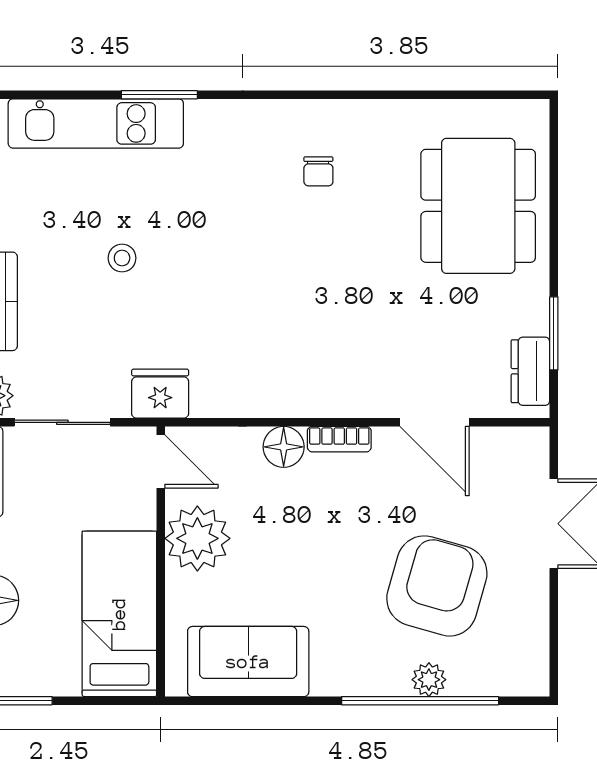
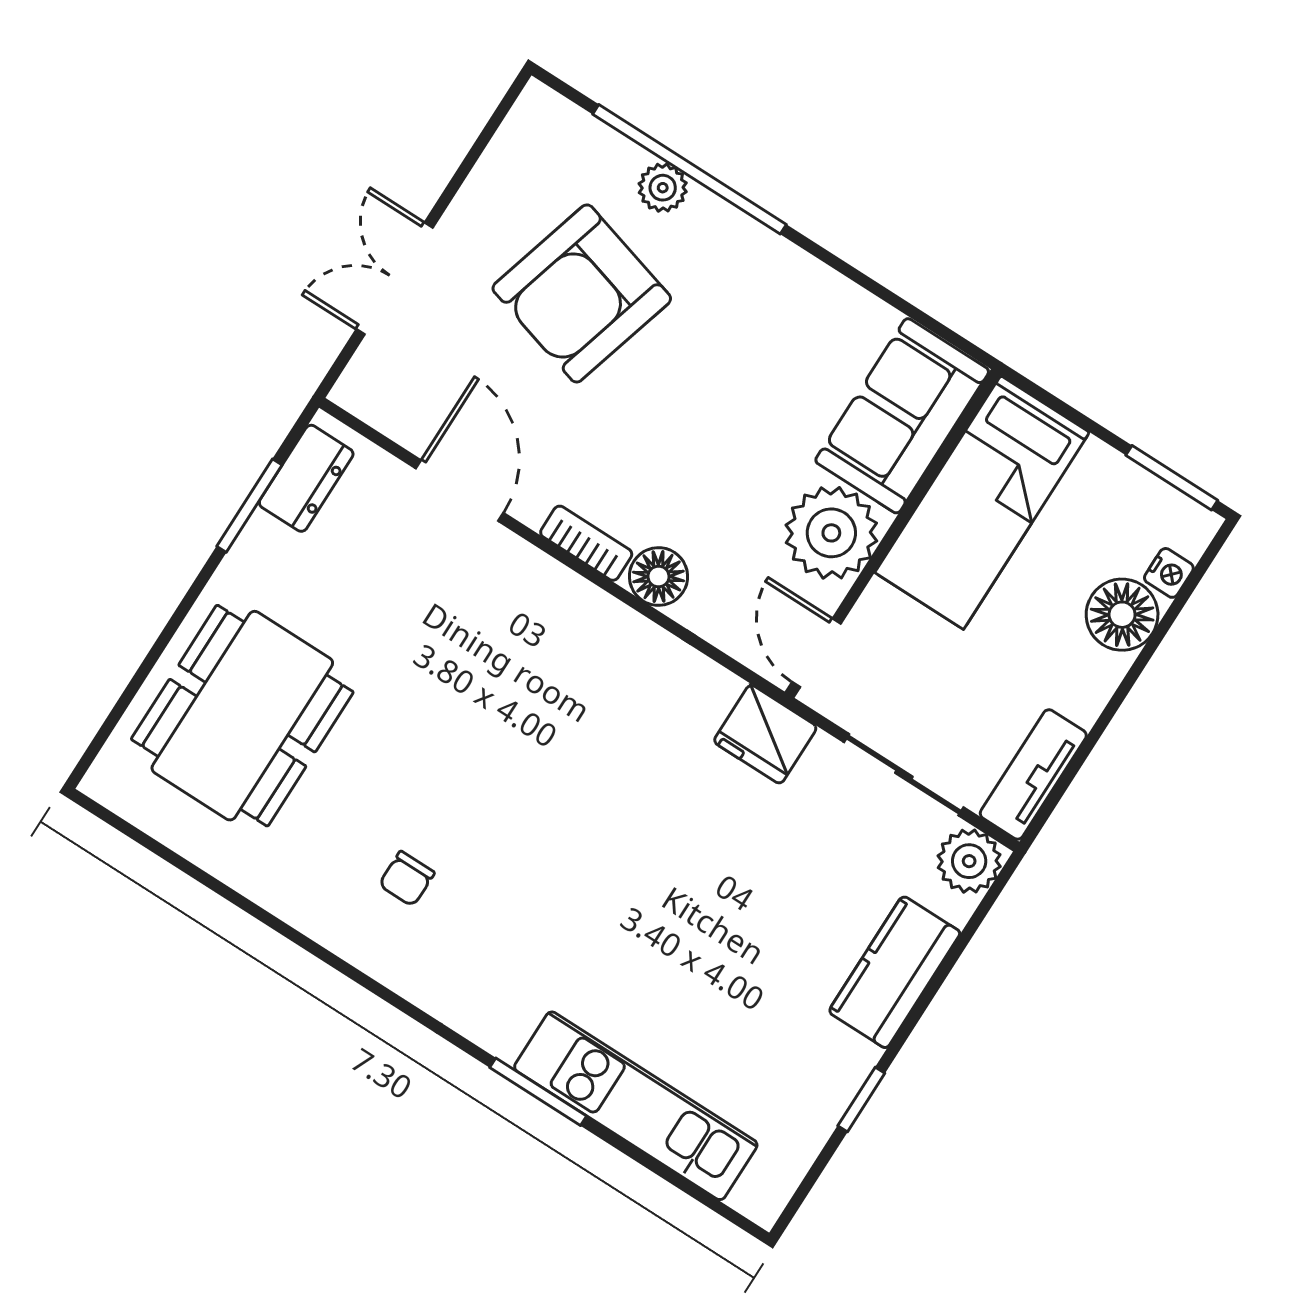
chair: (318, 171) -> (407, 879), turned 180
stool: (122, 258) -> (707, 925), removed
sofa: (248, 662) -> (902, 416), moved, turned 90

